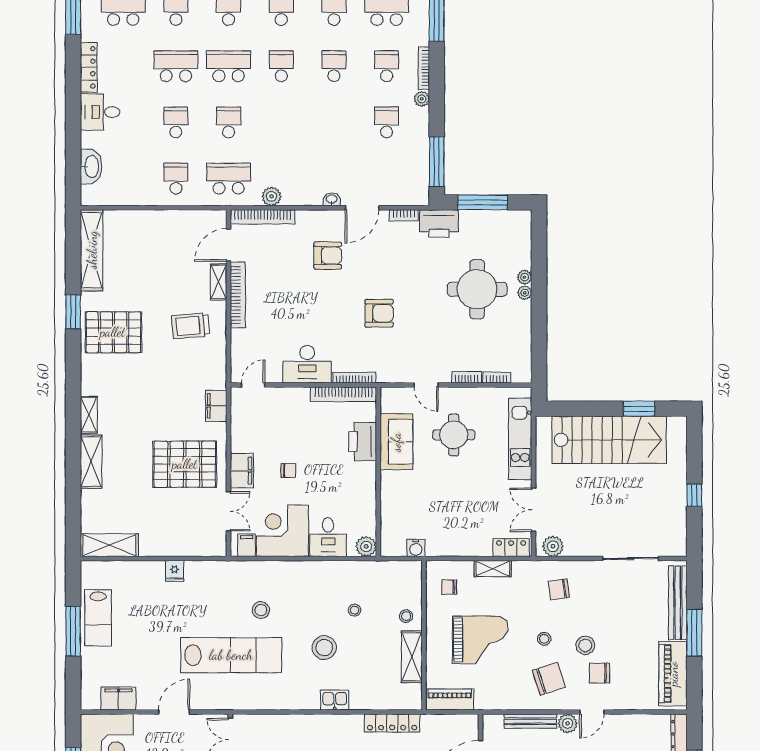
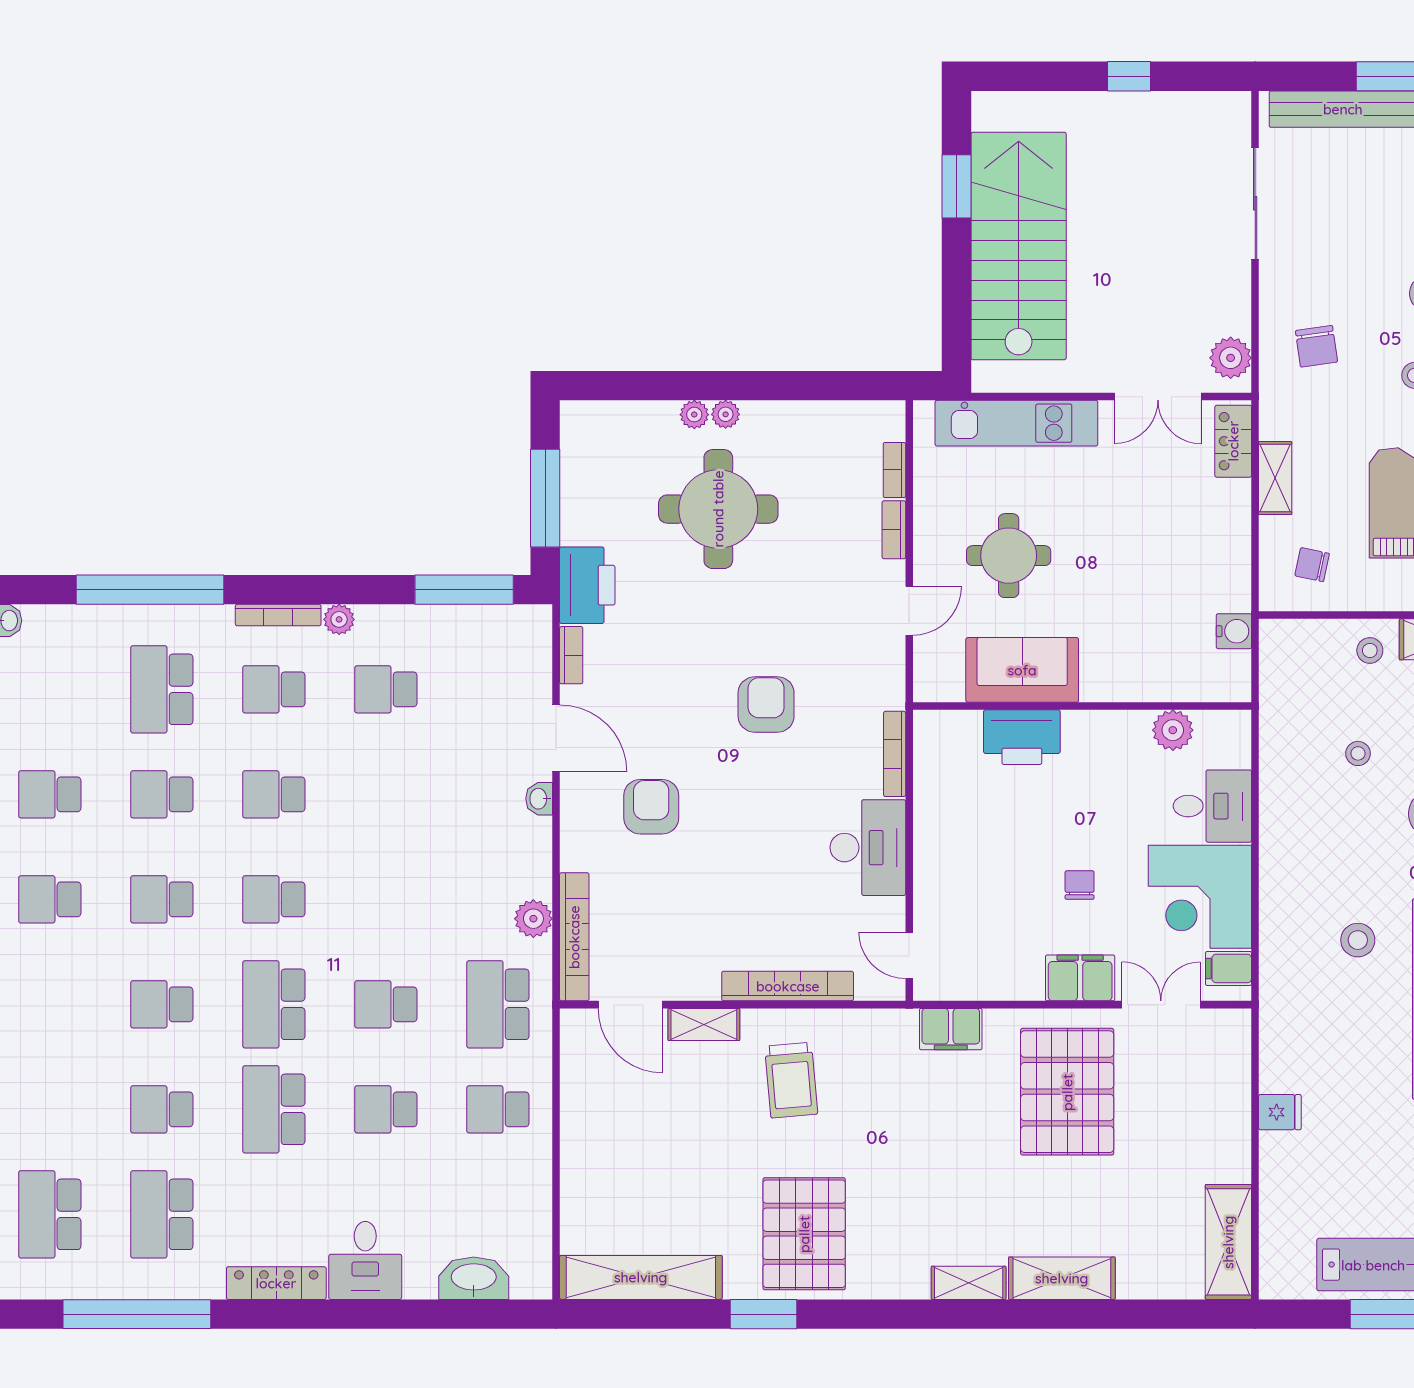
bookcase: (238, 295) -> (788, 986), moved
bookcase: (344, 394) -> (928, 775), removed
plant: (366, 546) -> (1173, 730), moved
chair: (449, 587) -> (1312, 565), turned 102

